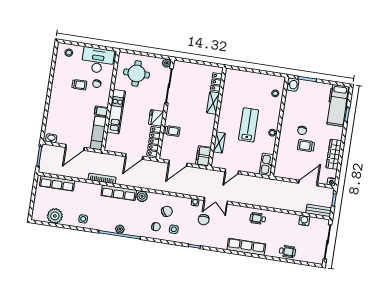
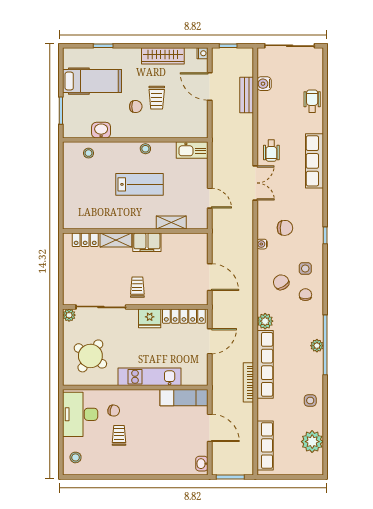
round table: (137, 73) -> (90, 356), turned 34
washbasin: (293, 85) -> (101, 130), moved
hospital bed: (338, 105) -> (92, 81), moved
filing cabinet: (101, 111) -> (152, 398), removed
lab bench: (249, 125) -> (140, 184), turned 180
trolley: (172, 131) -> (137, 287), moved
door: (134, 156) -> (210, 341), hinge flipped
filing cabinet: (203, 156) -> (147, 242), moved
row of seats: (119, 193) -> (265, 364), width x1.36
double door: (216, 201) -> (255, 183), moved
bench: (319, 210) -> (247, 95), moved

